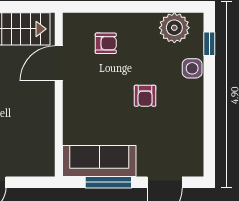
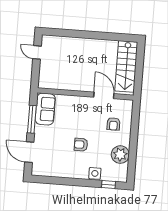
plant: (174, 28) -> (120, 155), moved
sofa: (99, 161) -> (45, 109), width x0.73

